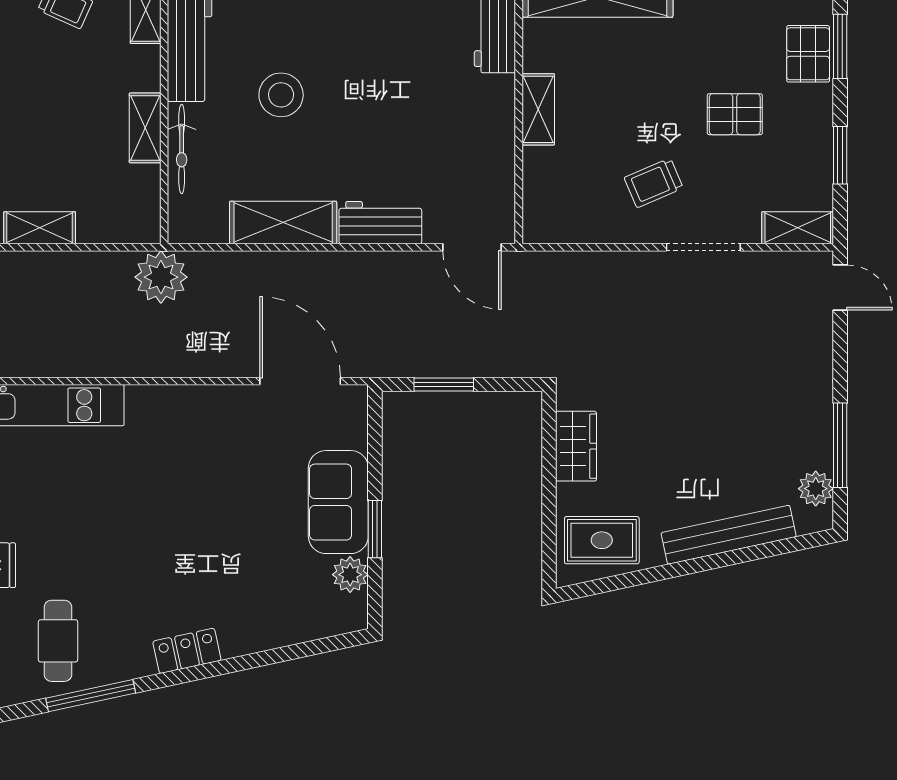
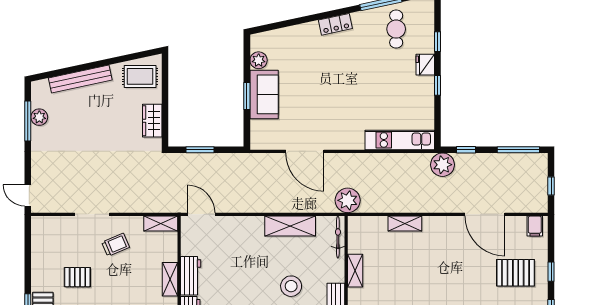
bicycle: (182, 149) -> (338, 237), moved
window: (840, 155) -> (28, 258), removed
workbench: (380, 223) -> (191, 276), moved, turned -90
shelving: (798, 228) -> (161, 224), moved
door: (300, 381) -> (305, 151), moved
window: (444, 384) -> (200, 150), moved
plant: (816, 489) -> (39, 117), moved
window: (375, 529) -> (247, 96), moved

